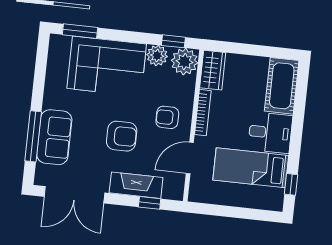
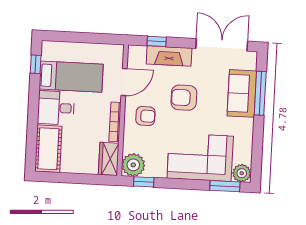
plant: (157, 56) -> (242, 173), moved

